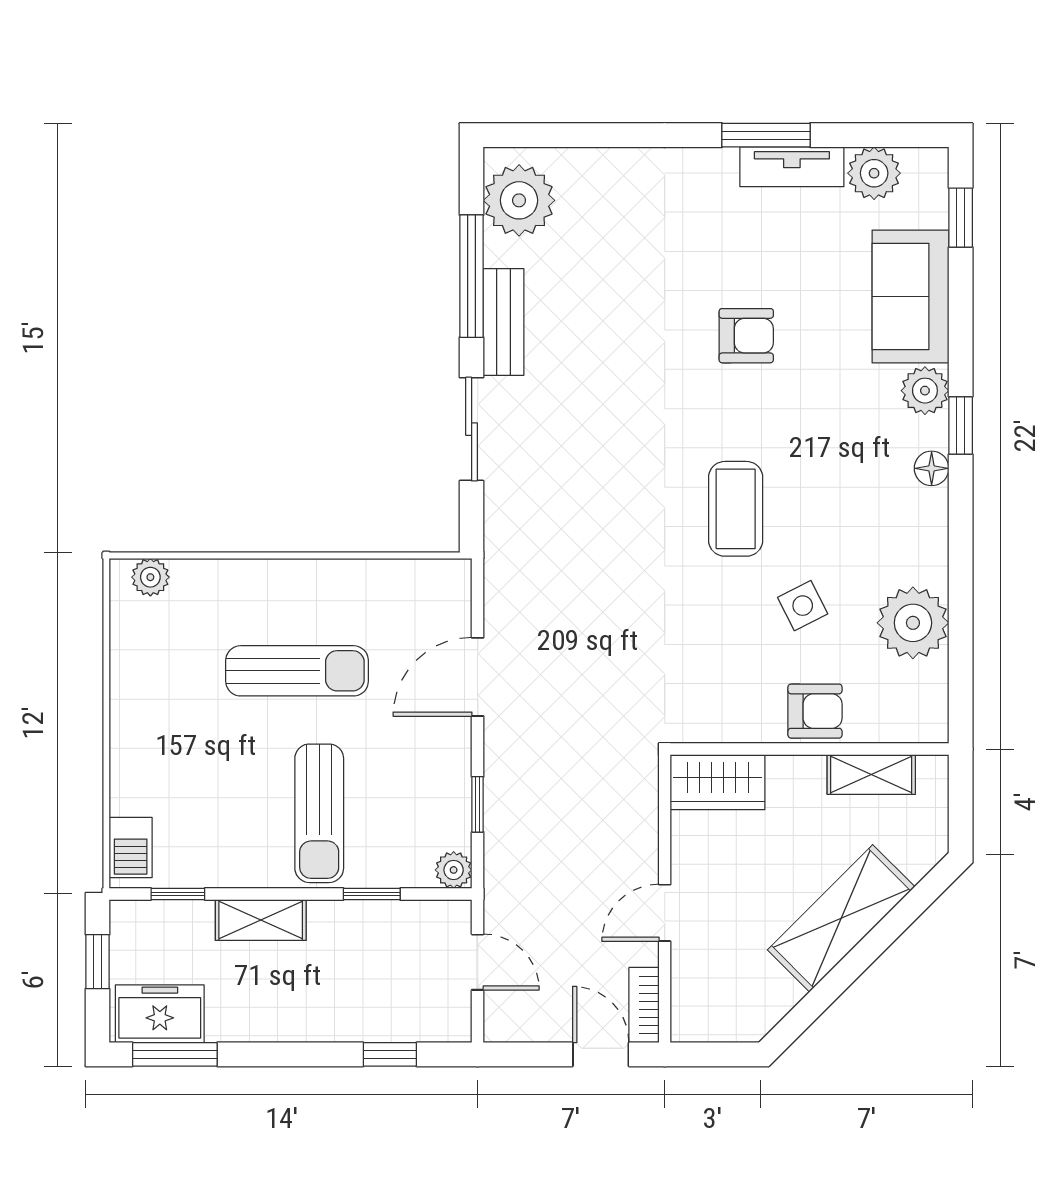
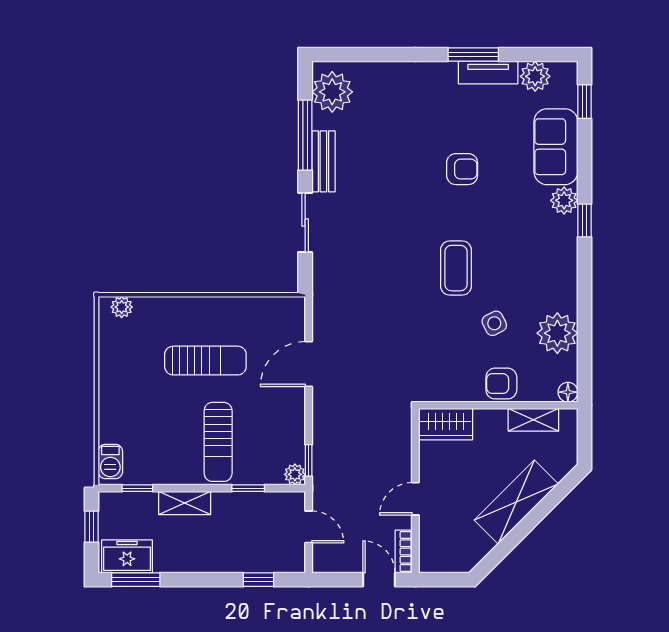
floor lamp: (932, 468) -> (568, 392), moved
armchair: (815, 711) -> (501, 384), turned 180
window: (478, 804) -> (309, 460), moved

